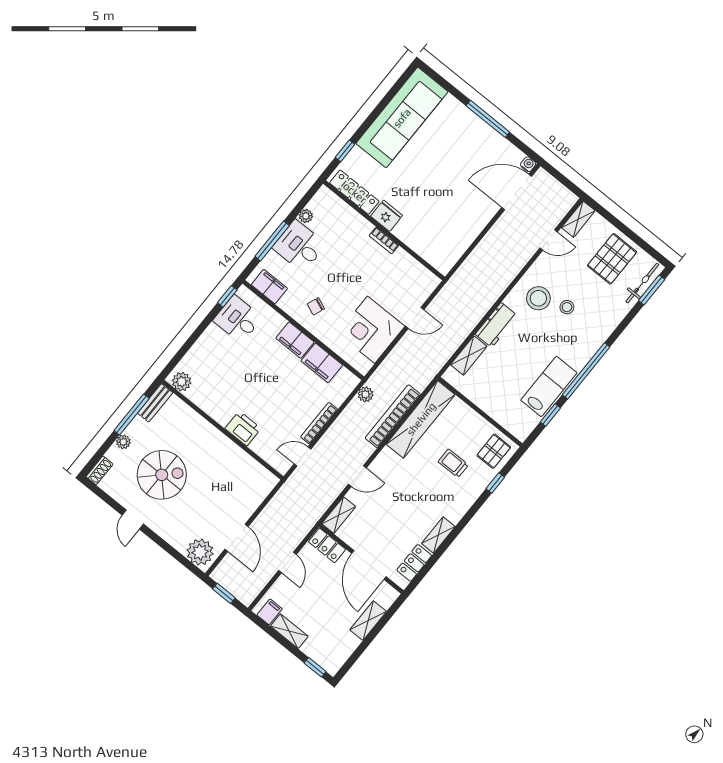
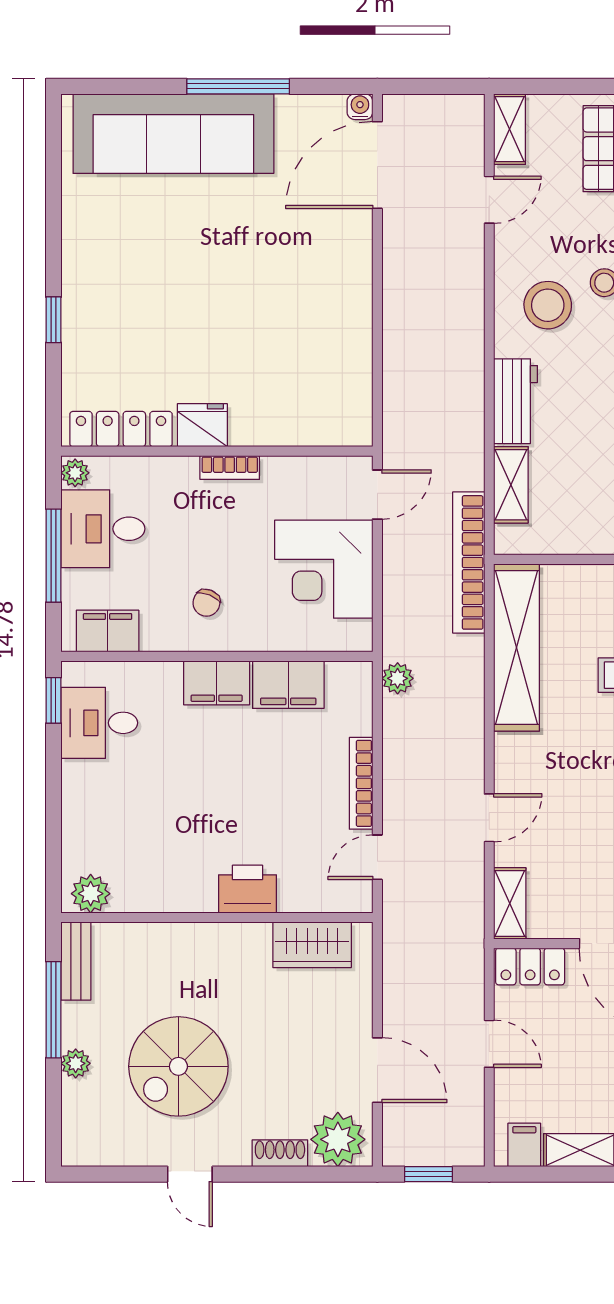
sofa: (402, 118) -> (173, 134), moved, turned 90
locker: (354, 192) -> (121, 429), moved
fridge: (387, 216) -> (202, 425), moved
wall: (384, 230) -> (217, 451), moved
bookcase: (384, 240) -> (230, 468), moved
bookcase: (393, 416) -> (469, 562), moved
shoe rack: (99, 470) -> (280, 1153), moved, turned -90
wardrobe: (250, 470) -> (312, 945), added
spiral stairs: (162, 475) -> (178, 1066), turned 180

